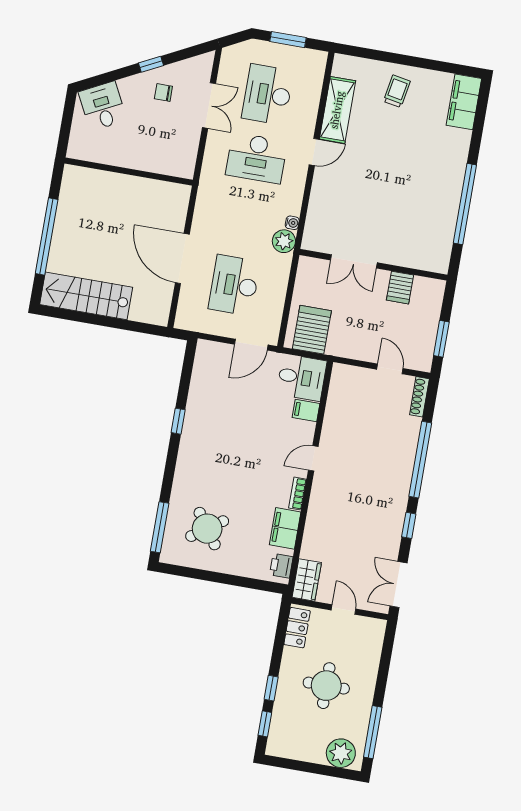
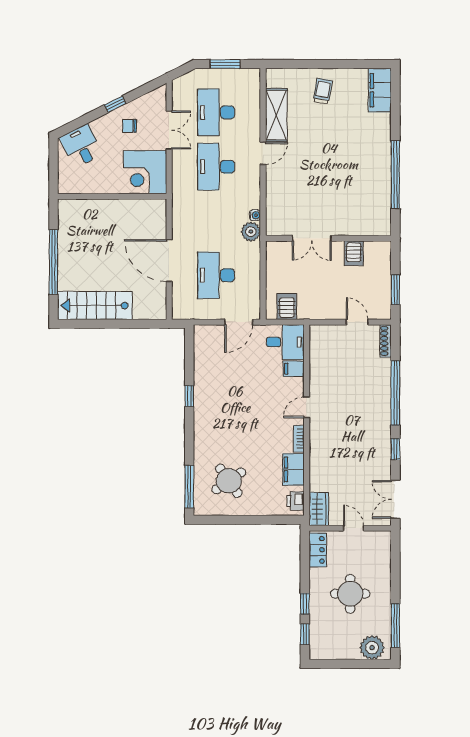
corner desk: (172, 150) -> (145, 172), added
desk: (256, 158) -> (216, 167), turned 90
server rack: (312, 330) -> (287, 307), width x0.73, depth x0.70

